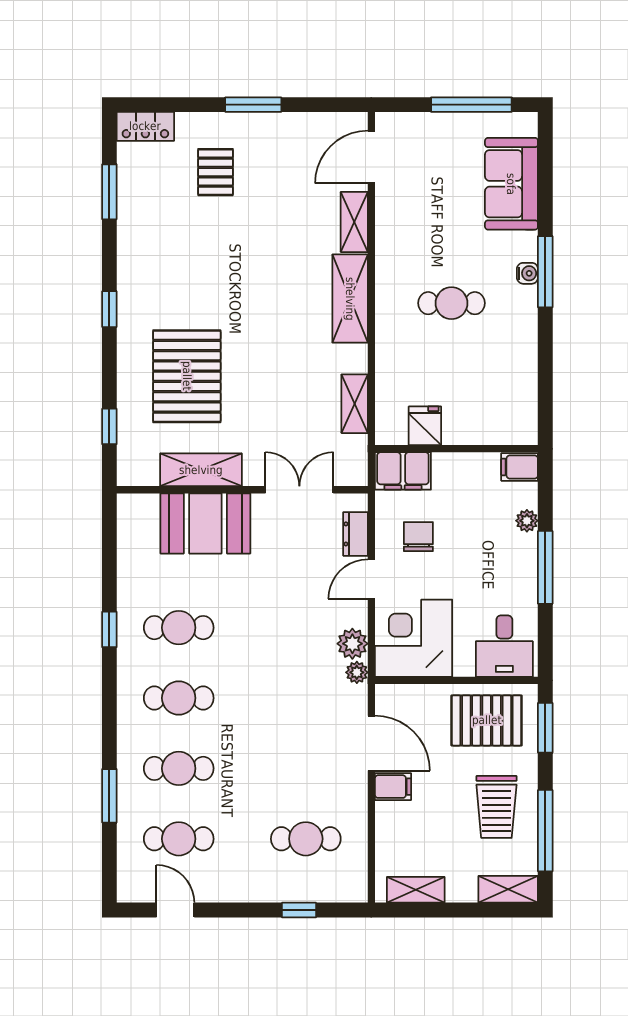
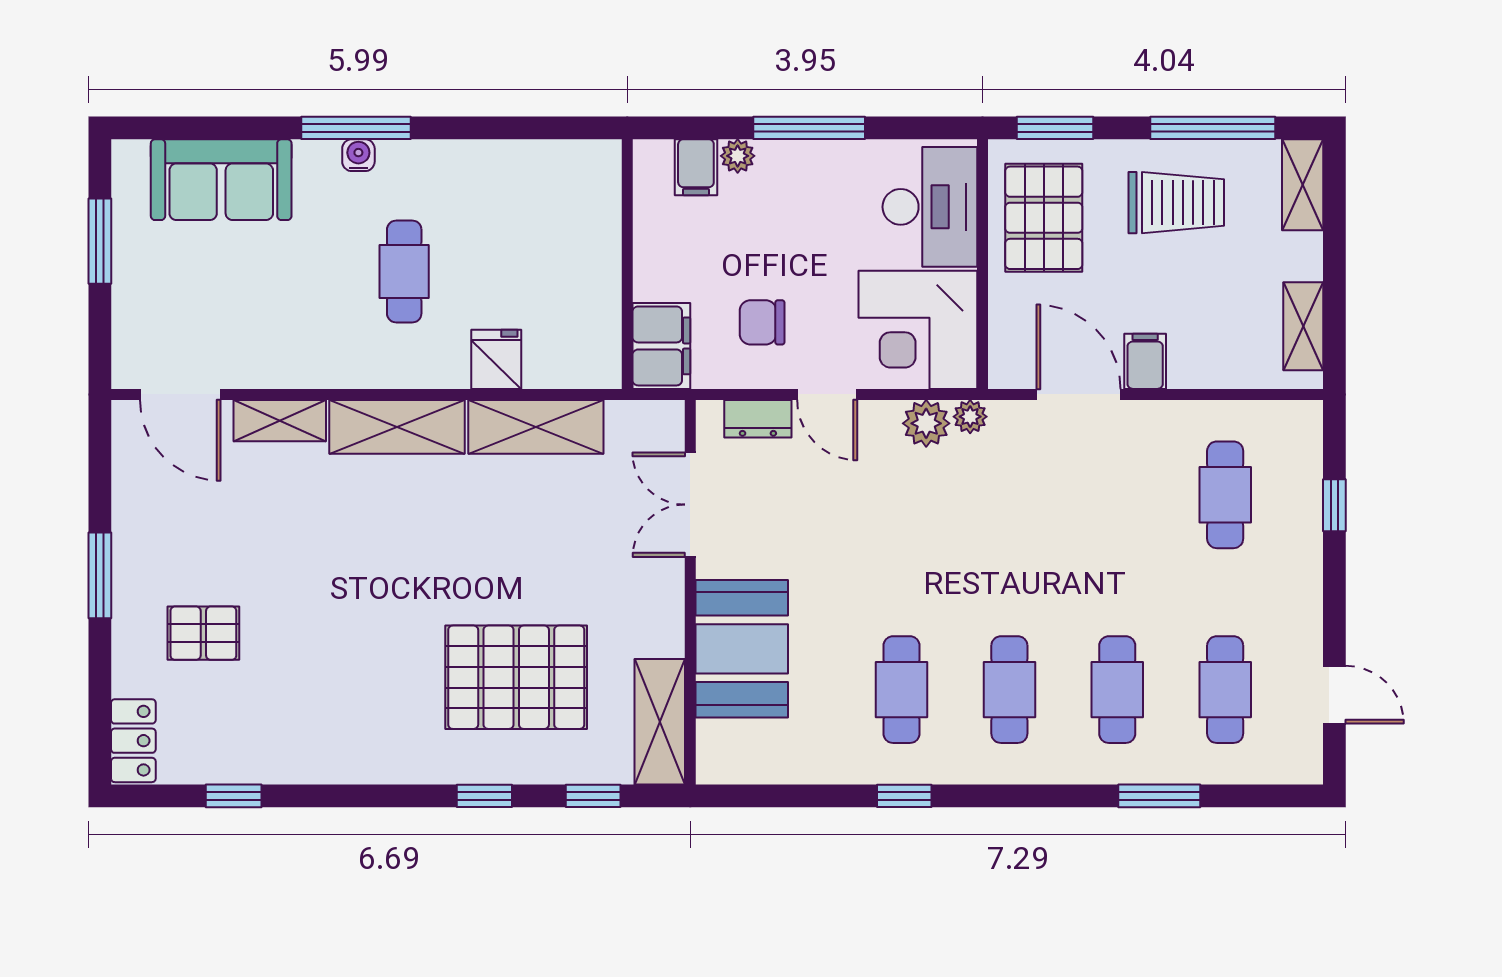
window: (471, 105) -> (100, 241), width x0.69
window: (109, 192) -> (234, 796), width x0.67
window: (109, 309) -> (484, 796), moved
shelving: (355, 404) -> (536, 427), width x1.50, depth x1.33
fridge: (425, 426) -> (496, 359), moved, turned 90
filing cabinet: (520, 467) -> (696, 167), moved
shelving: (201, 470) -> (660, 722), moved
desk: (504, 646) -> (930, 207), width x1.37
door: (371, 743) -> (1079, 394), hinge flipped
door: (175, 910) -> (1334, 695), swing flipped

